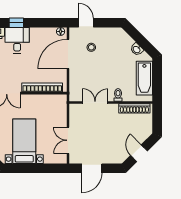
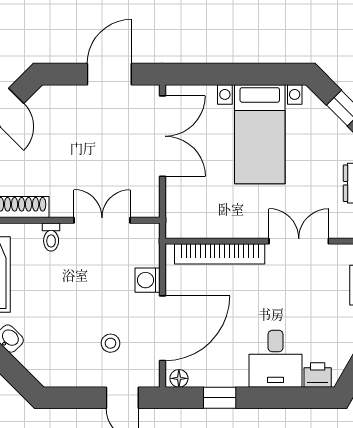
window: (16, 23) -> (220, 398), moved
washing machine: (75, 76) -> (147, 280), added
double door: (95, 103) -> (102, 220), swing flipped
double door: (68, 140) -> (162, 136), width x1.37

